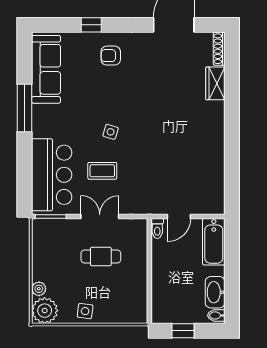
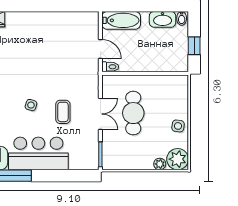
bar counter: (52, 175) -> (38, 153), moved
double door: (100, 216) -> (100, 114), swing flipped
cafe table: (101, 257) -> (133, 113), width x1.37, depth x1.35

